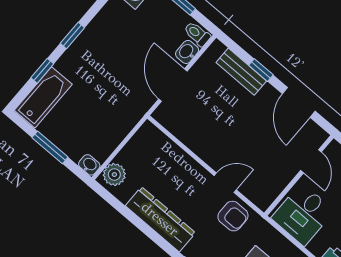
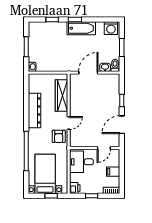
bench: (241, 72) -> (115, 94), removed
bathtub: (43, 97) -> (81, 28), moved
wardrobe: (173, 157) -> (61, 96), added
plant: (114, 174) -> (37, 79), removed
door: (225, 183) -> (69, 123), hinge flipped

